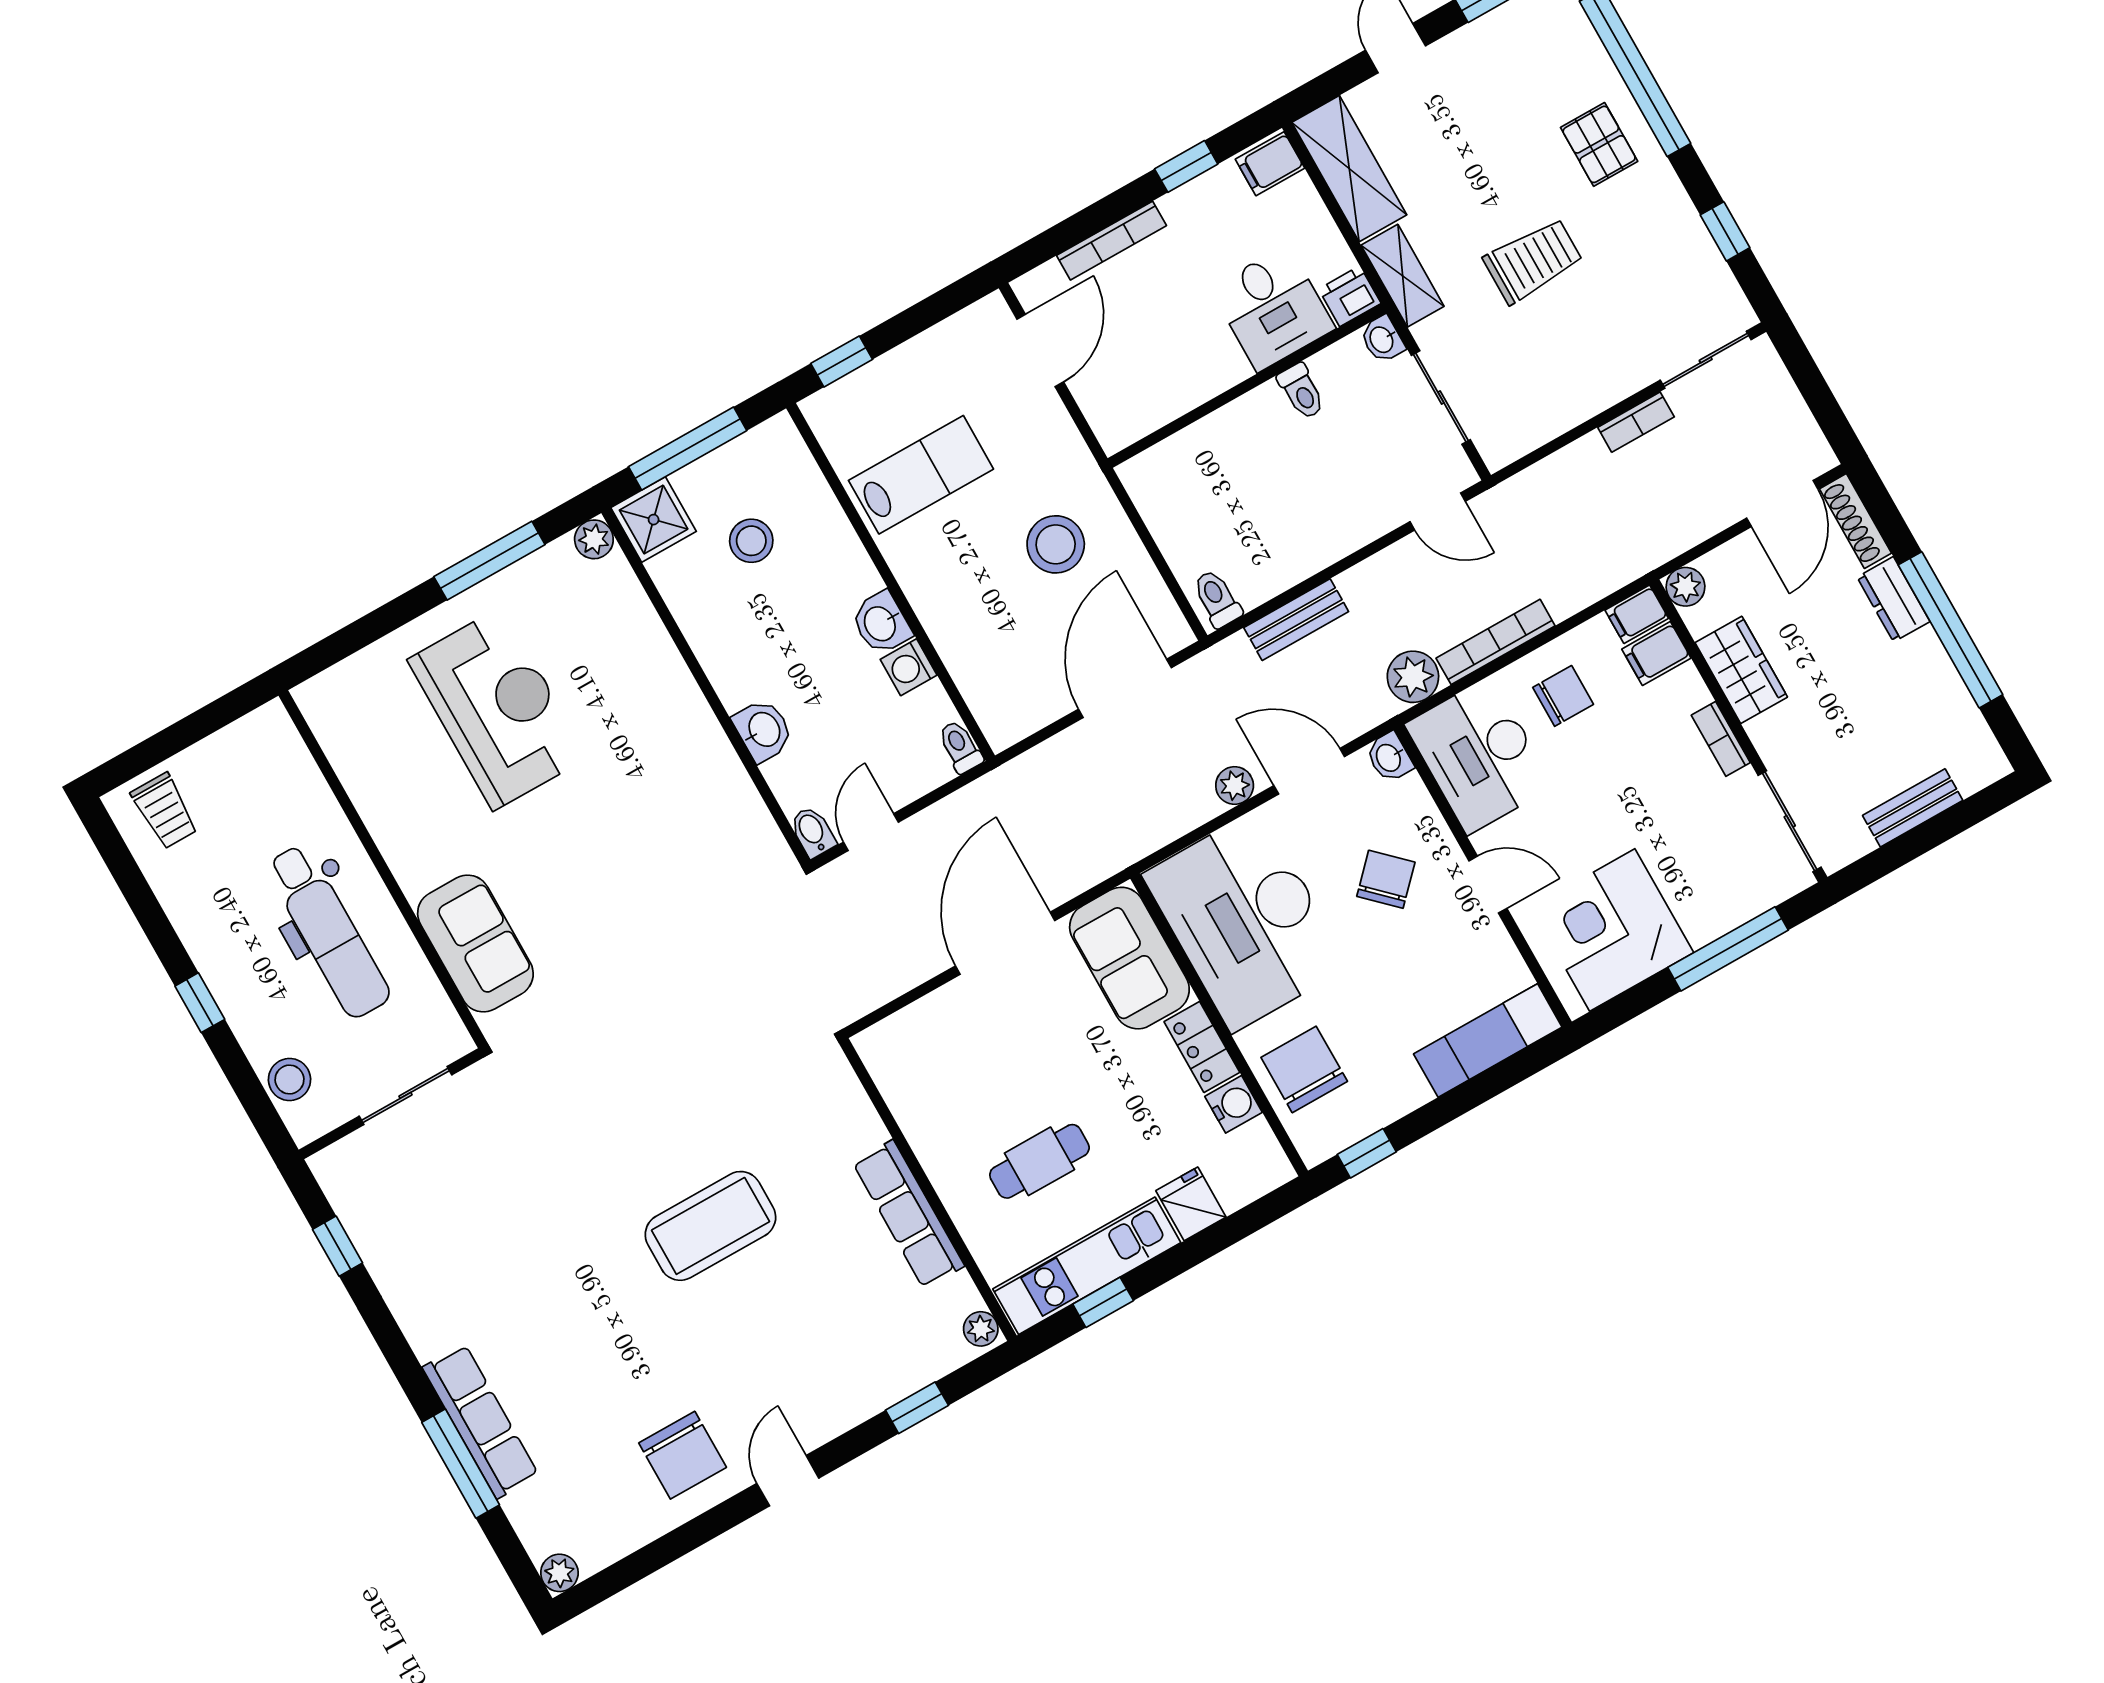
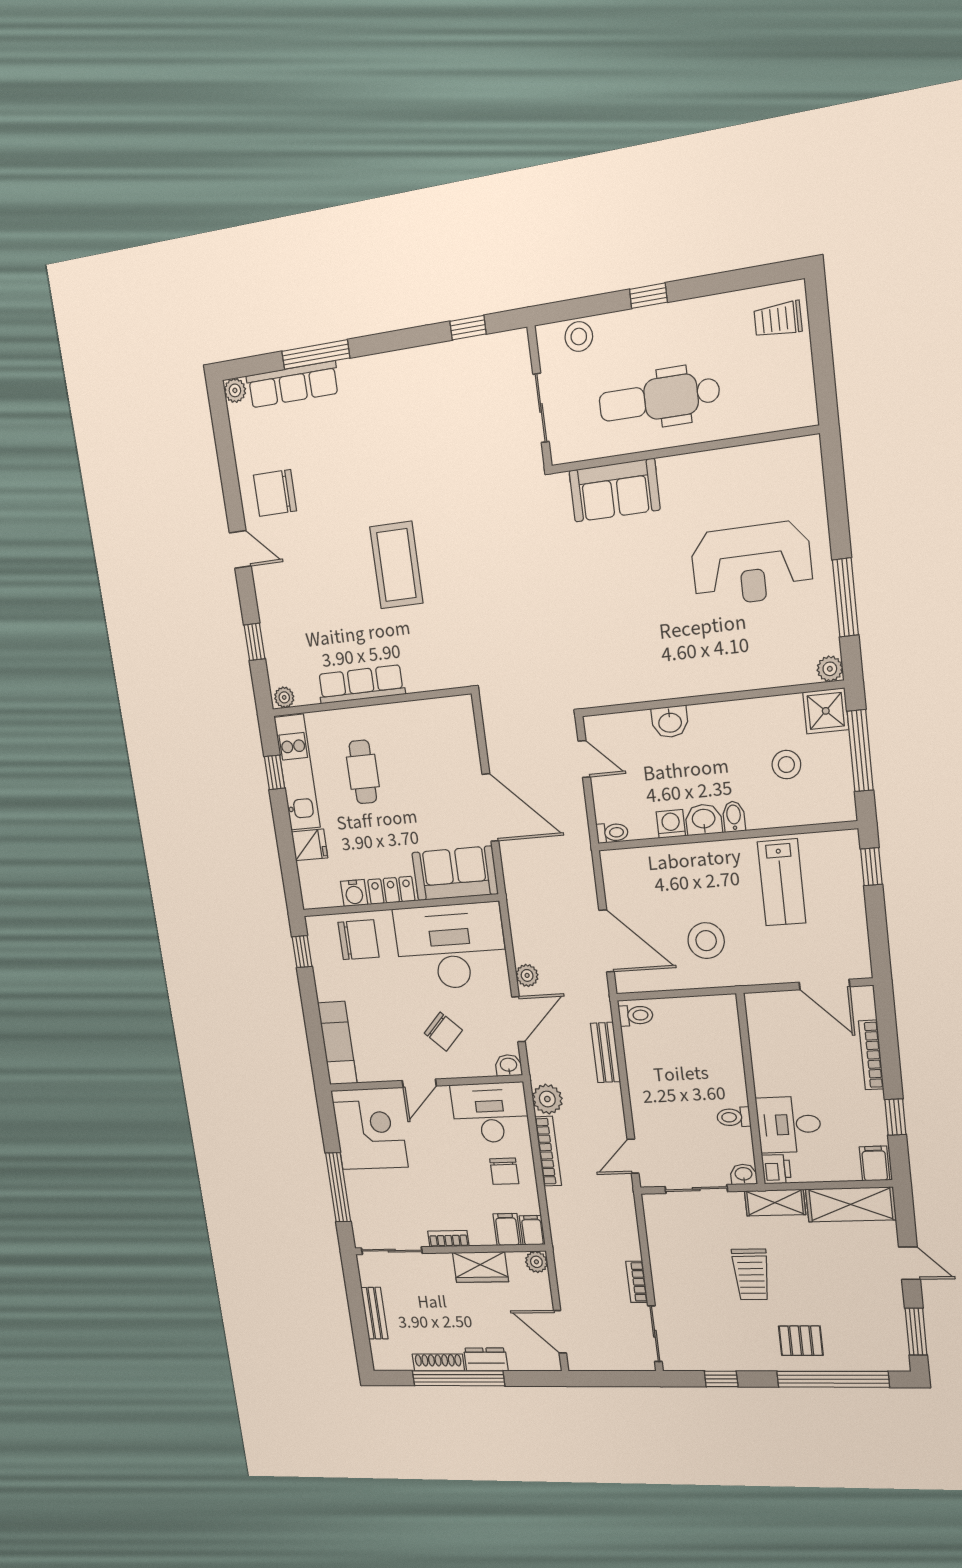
shoe rack: (1855, 521) -> (438, 1362), moved
bidet: (813, 832) -> (734, 817), moved, turned -90
row of seats: (481, 1421) -> (293, 384), moved

